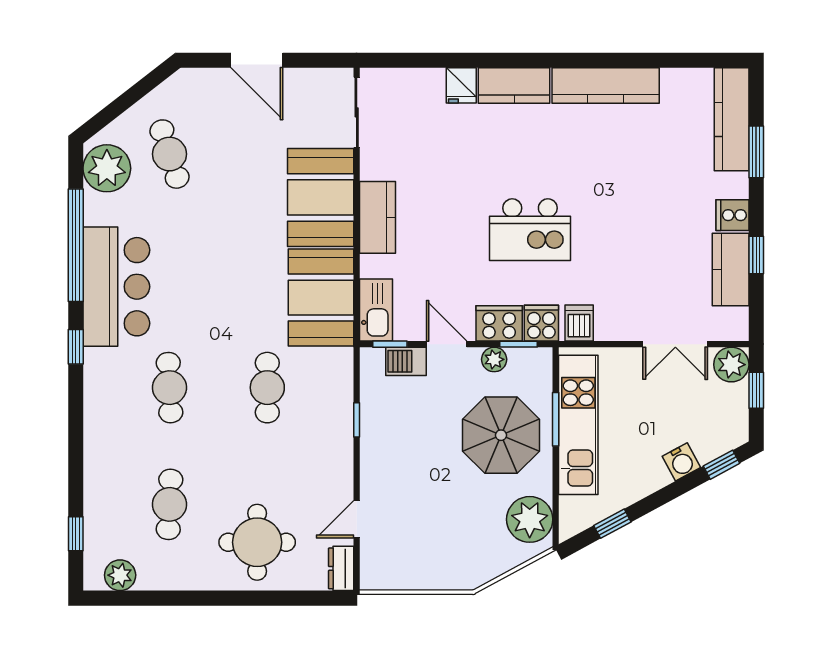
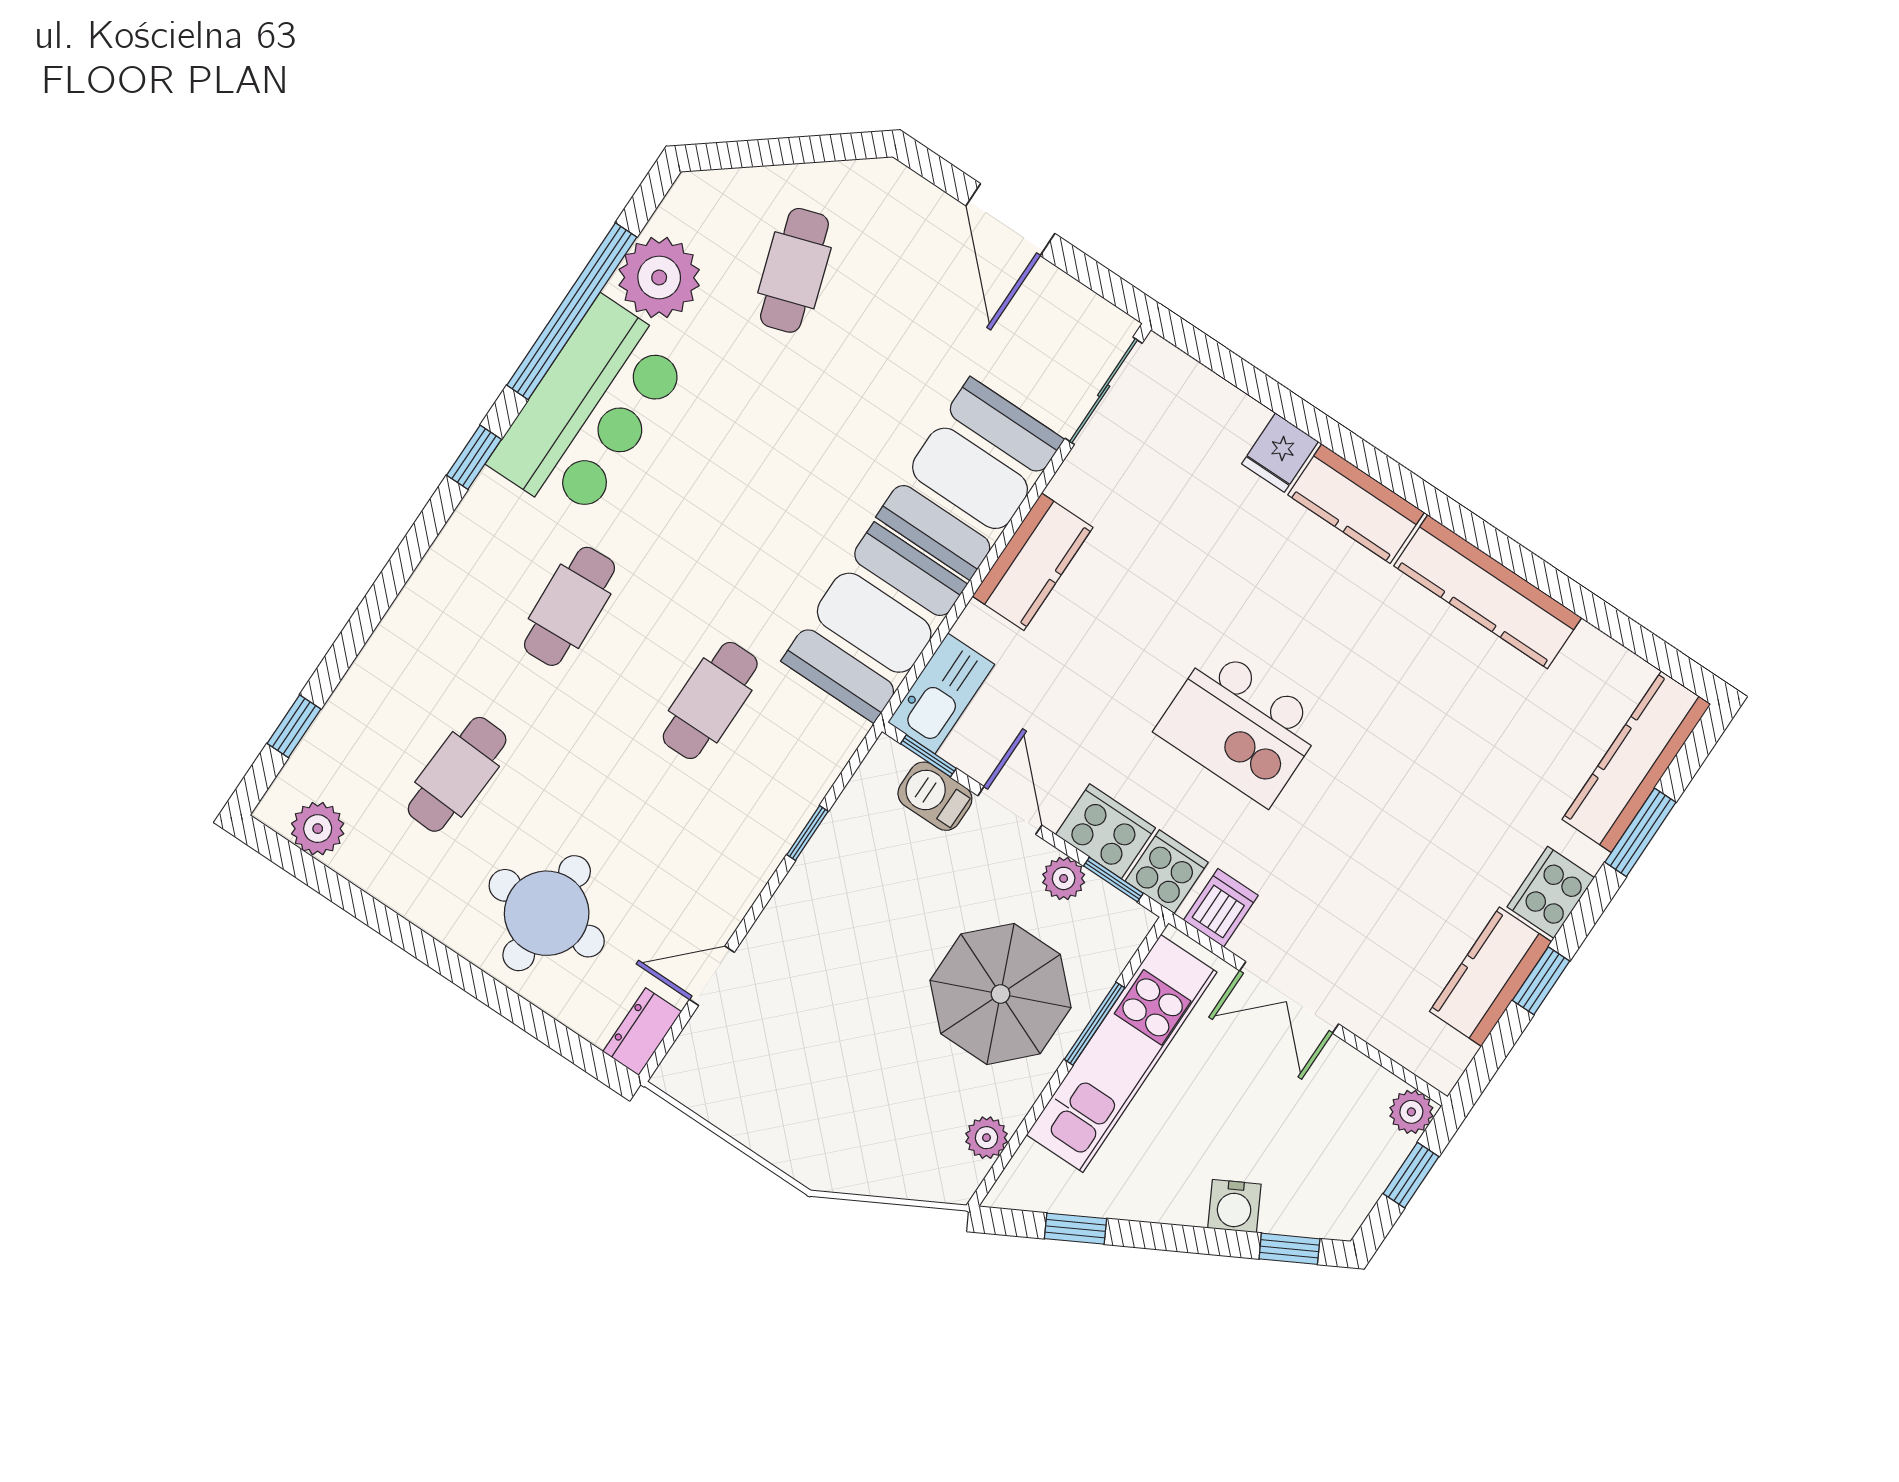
plant: (107, 168) -> (659, 277), moved
cooker: (732, 215) -> (1551, 892), width x1.36
double door: (675, 344) -> (1289, 997), moved
plant: (731, 365) -> (1411, 1112), width x0.73, depth x0.73
plant: (530, 519) -> (986, 1138), width x0.53, depth x0.53

